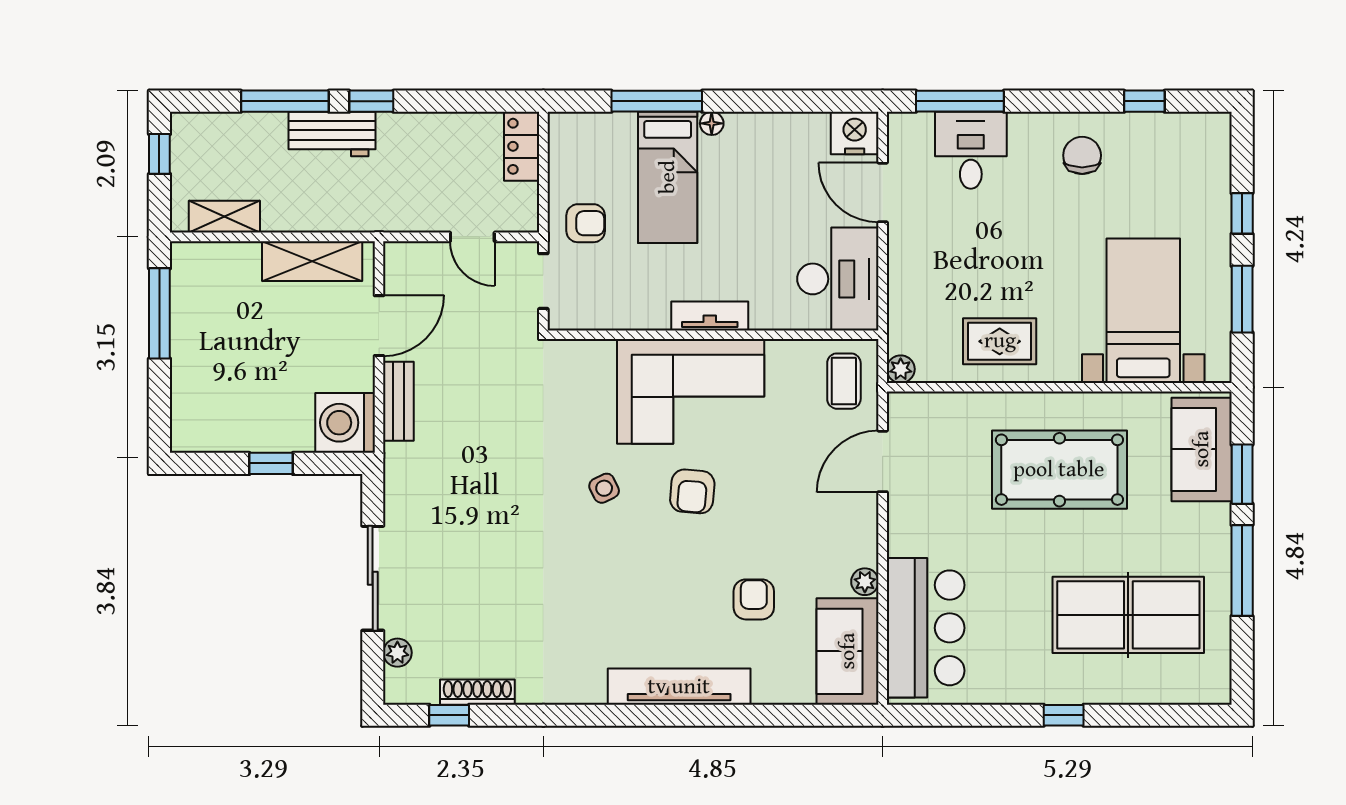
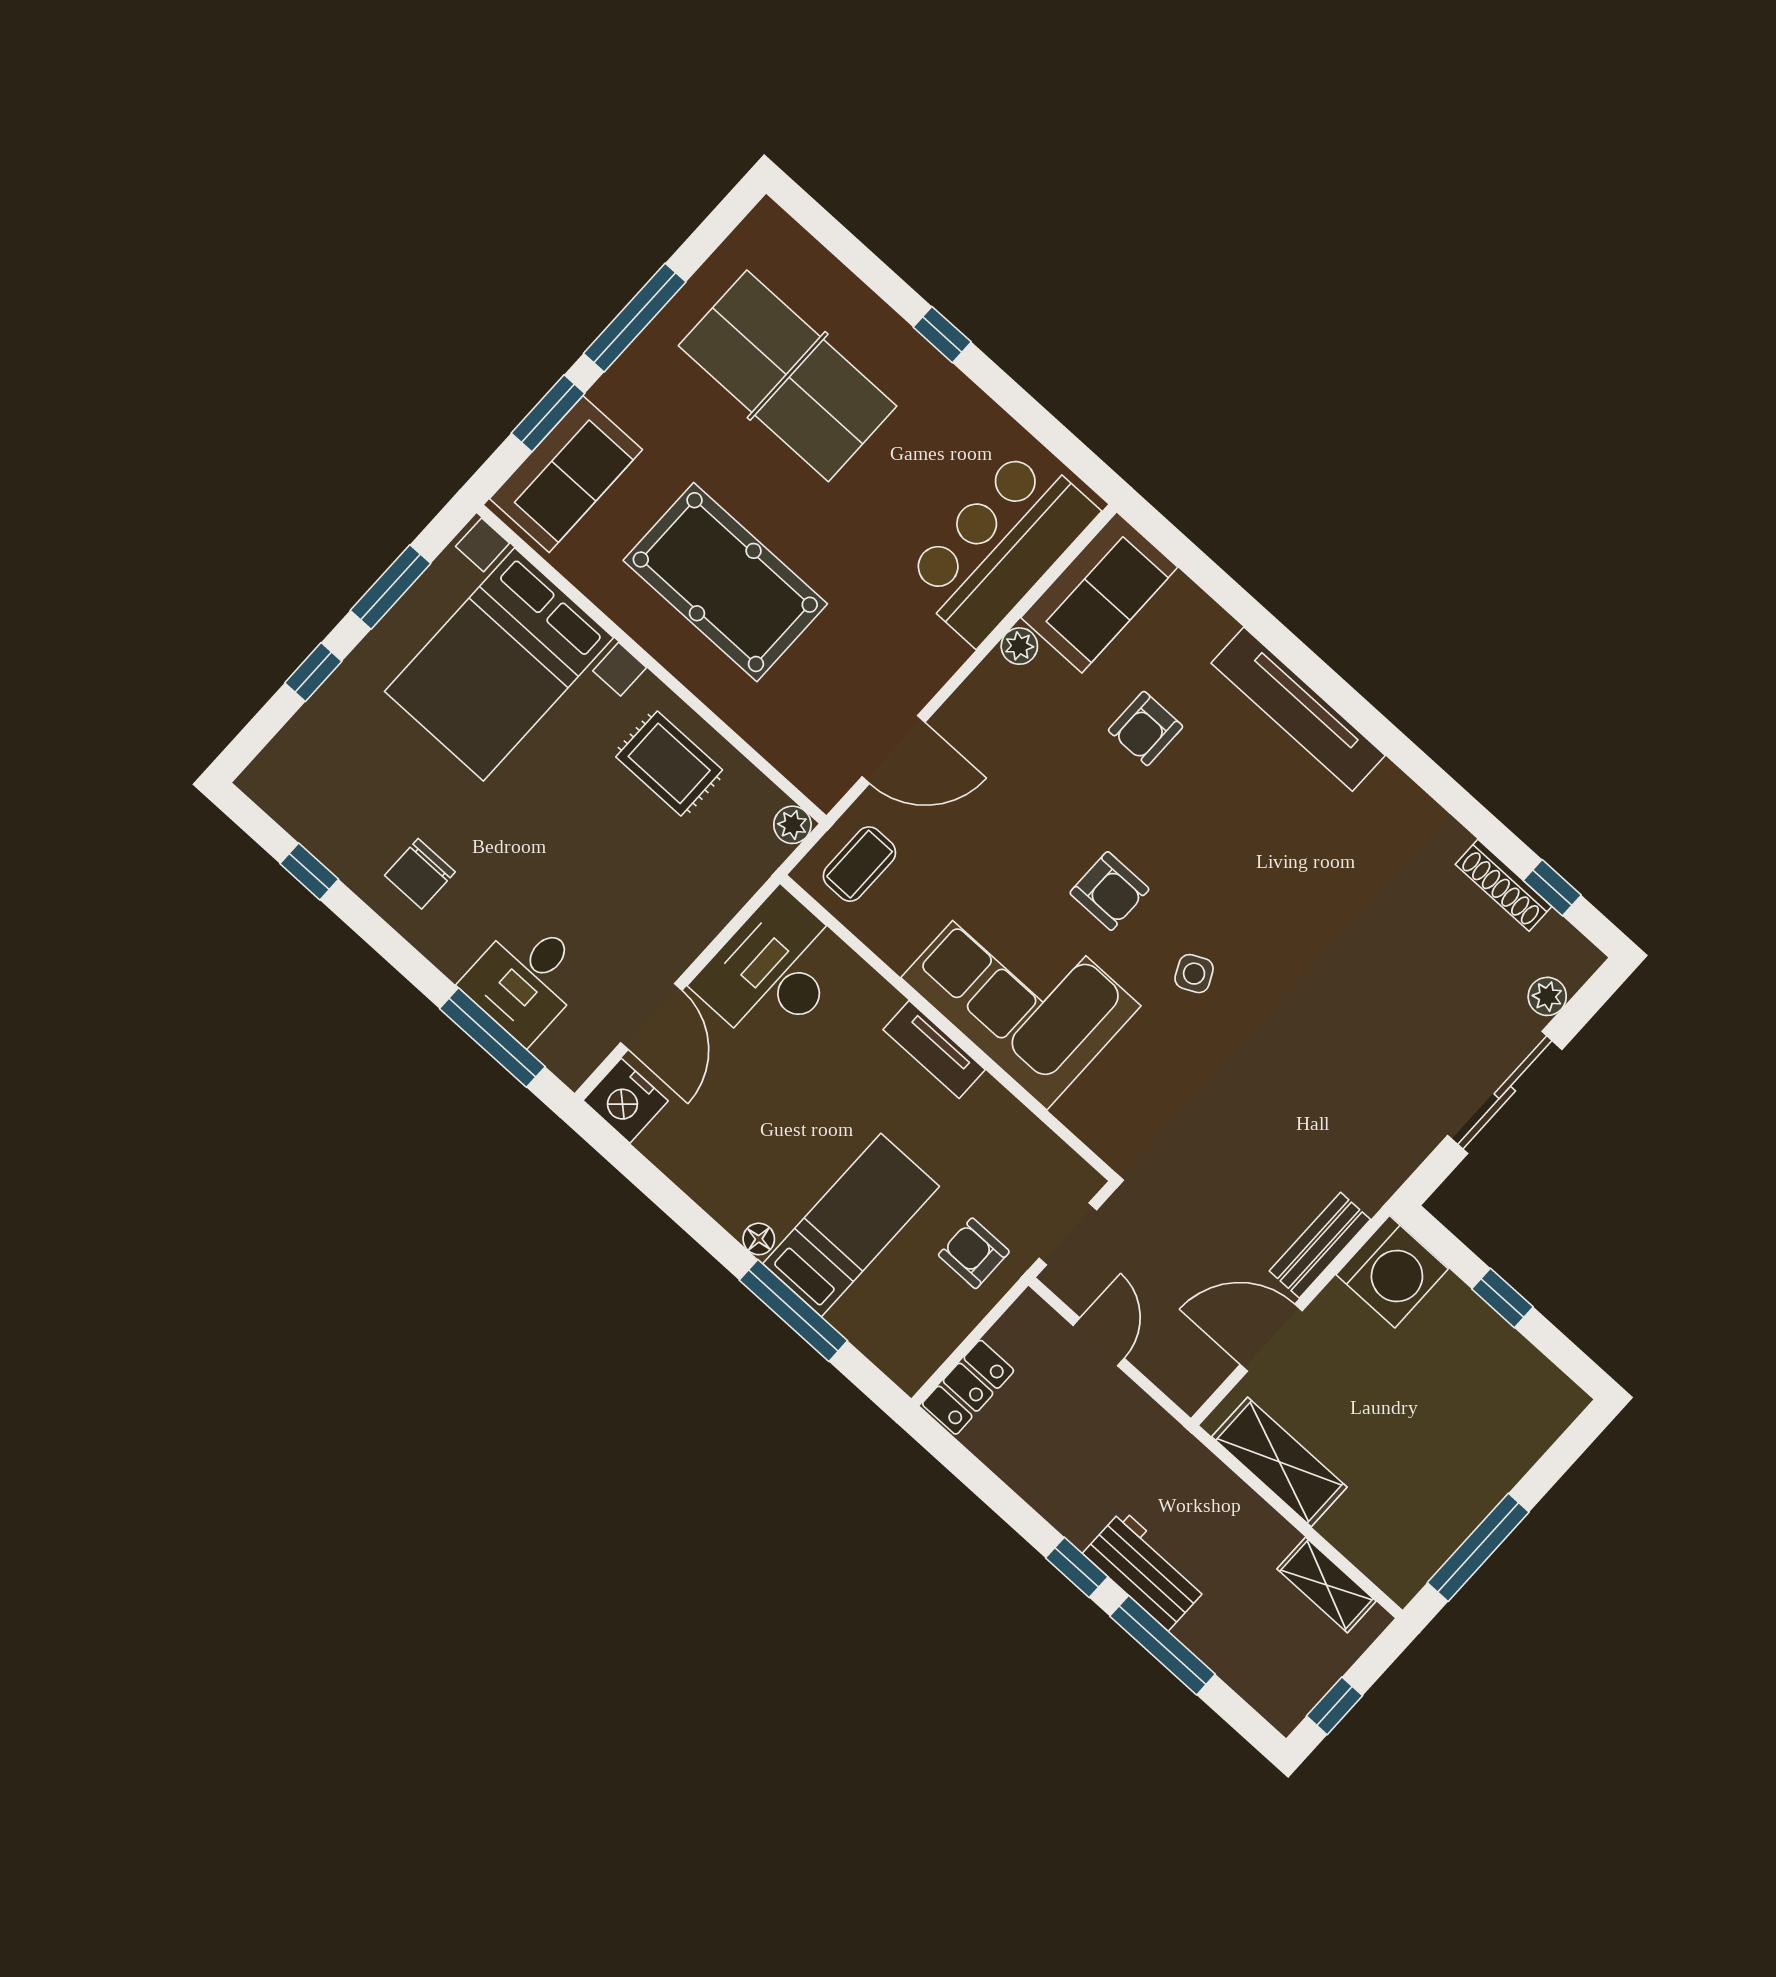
bed with nightstands: (1143, 311) -> (499, 664), width x1.36
armchair: (692, 491) -> (1109, 891), turned 85

